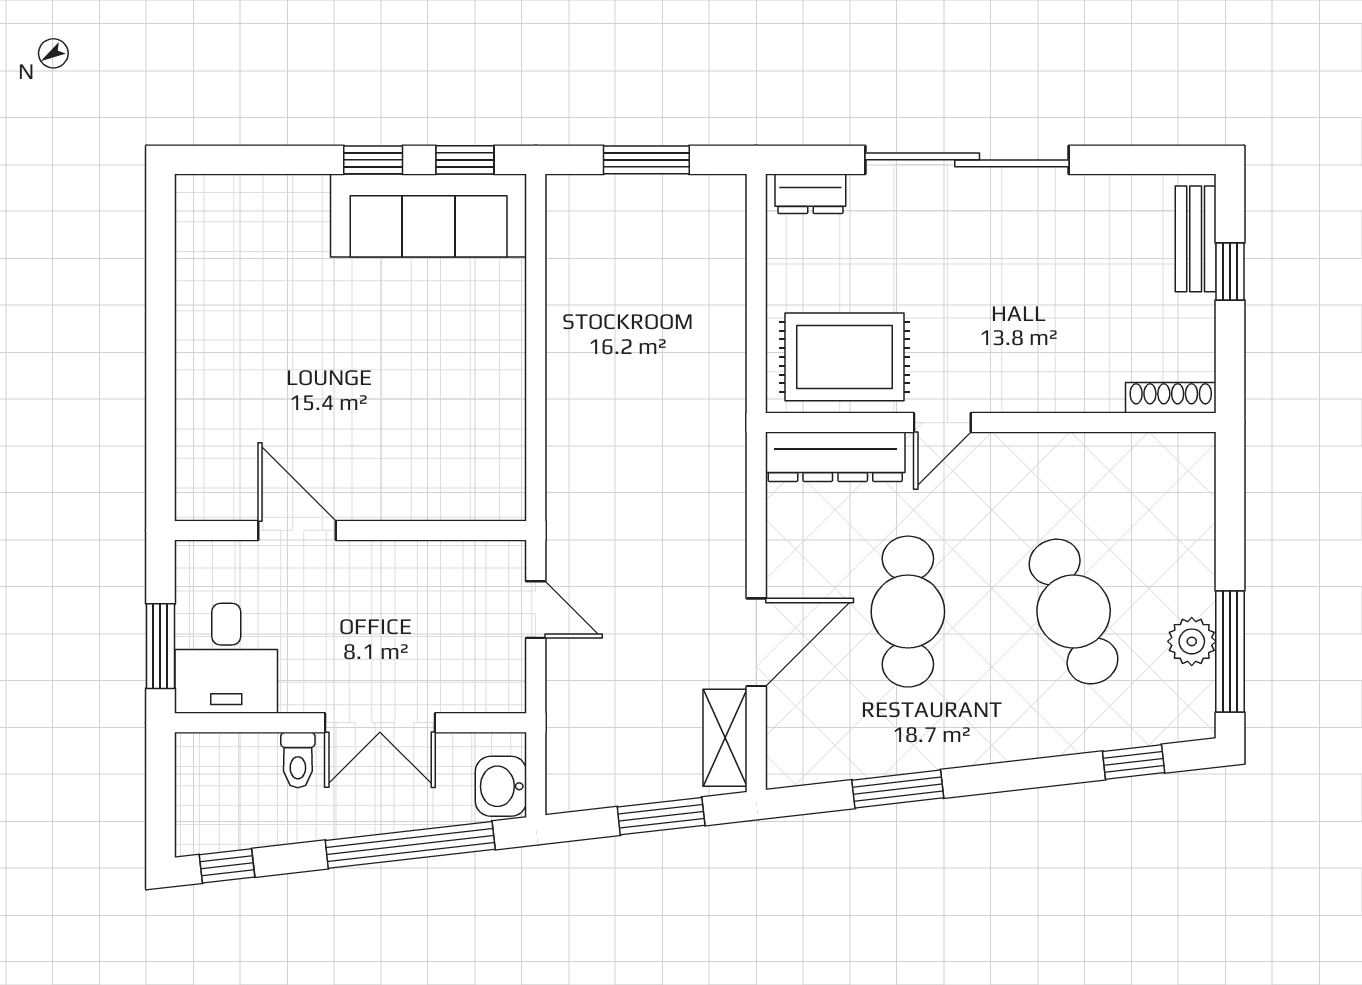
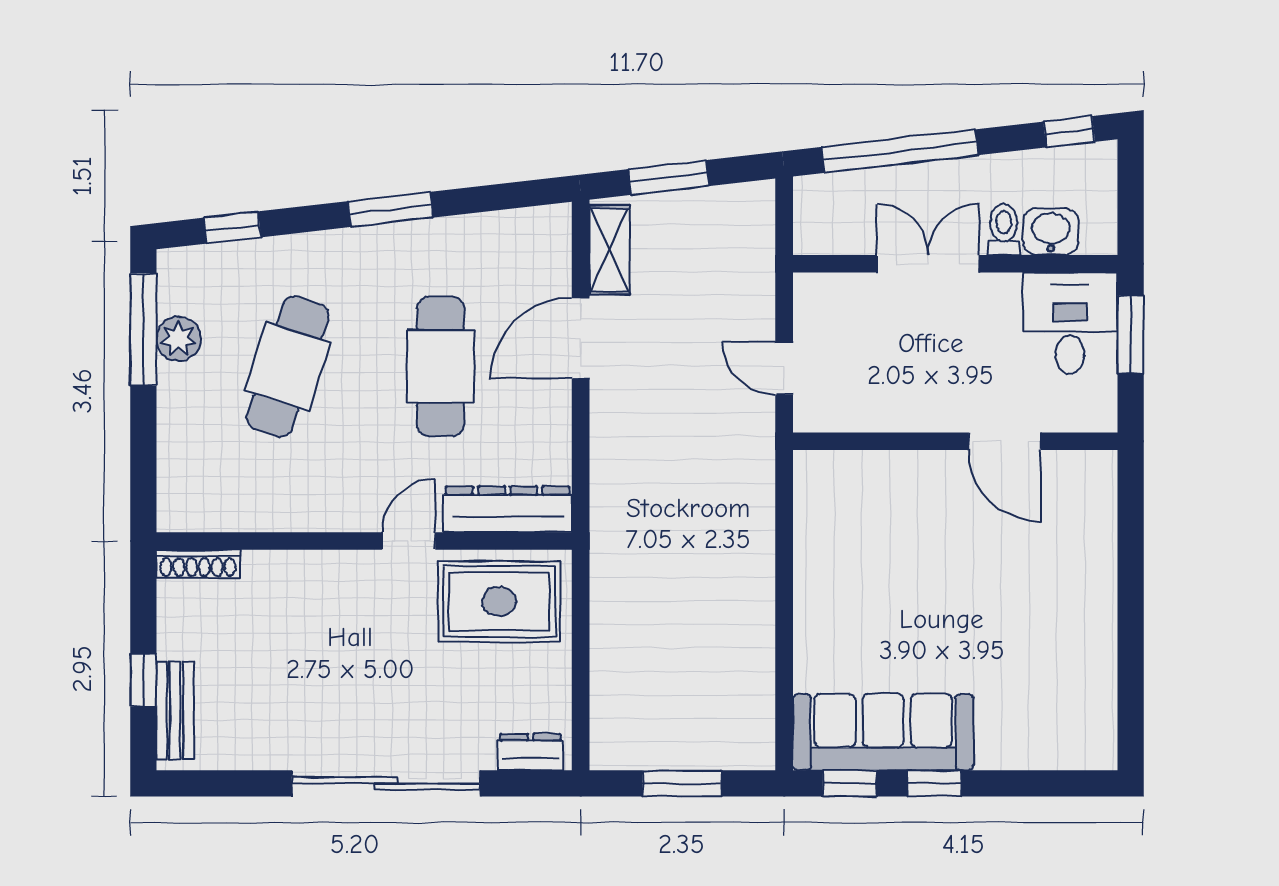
cafe table: (1074, 612) -> (288, 366), turned 39
washbasin: (501, 786) -> (1051, 232), moved, turned -90
window: (898, 789) -> (390, 209), moved

